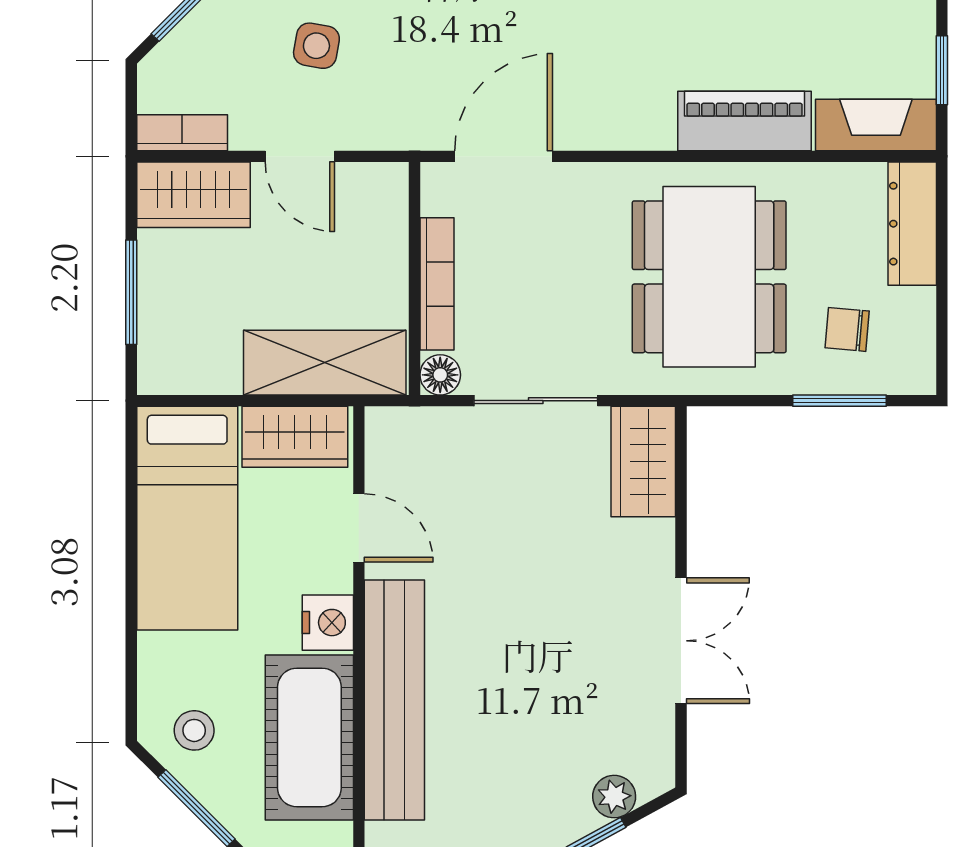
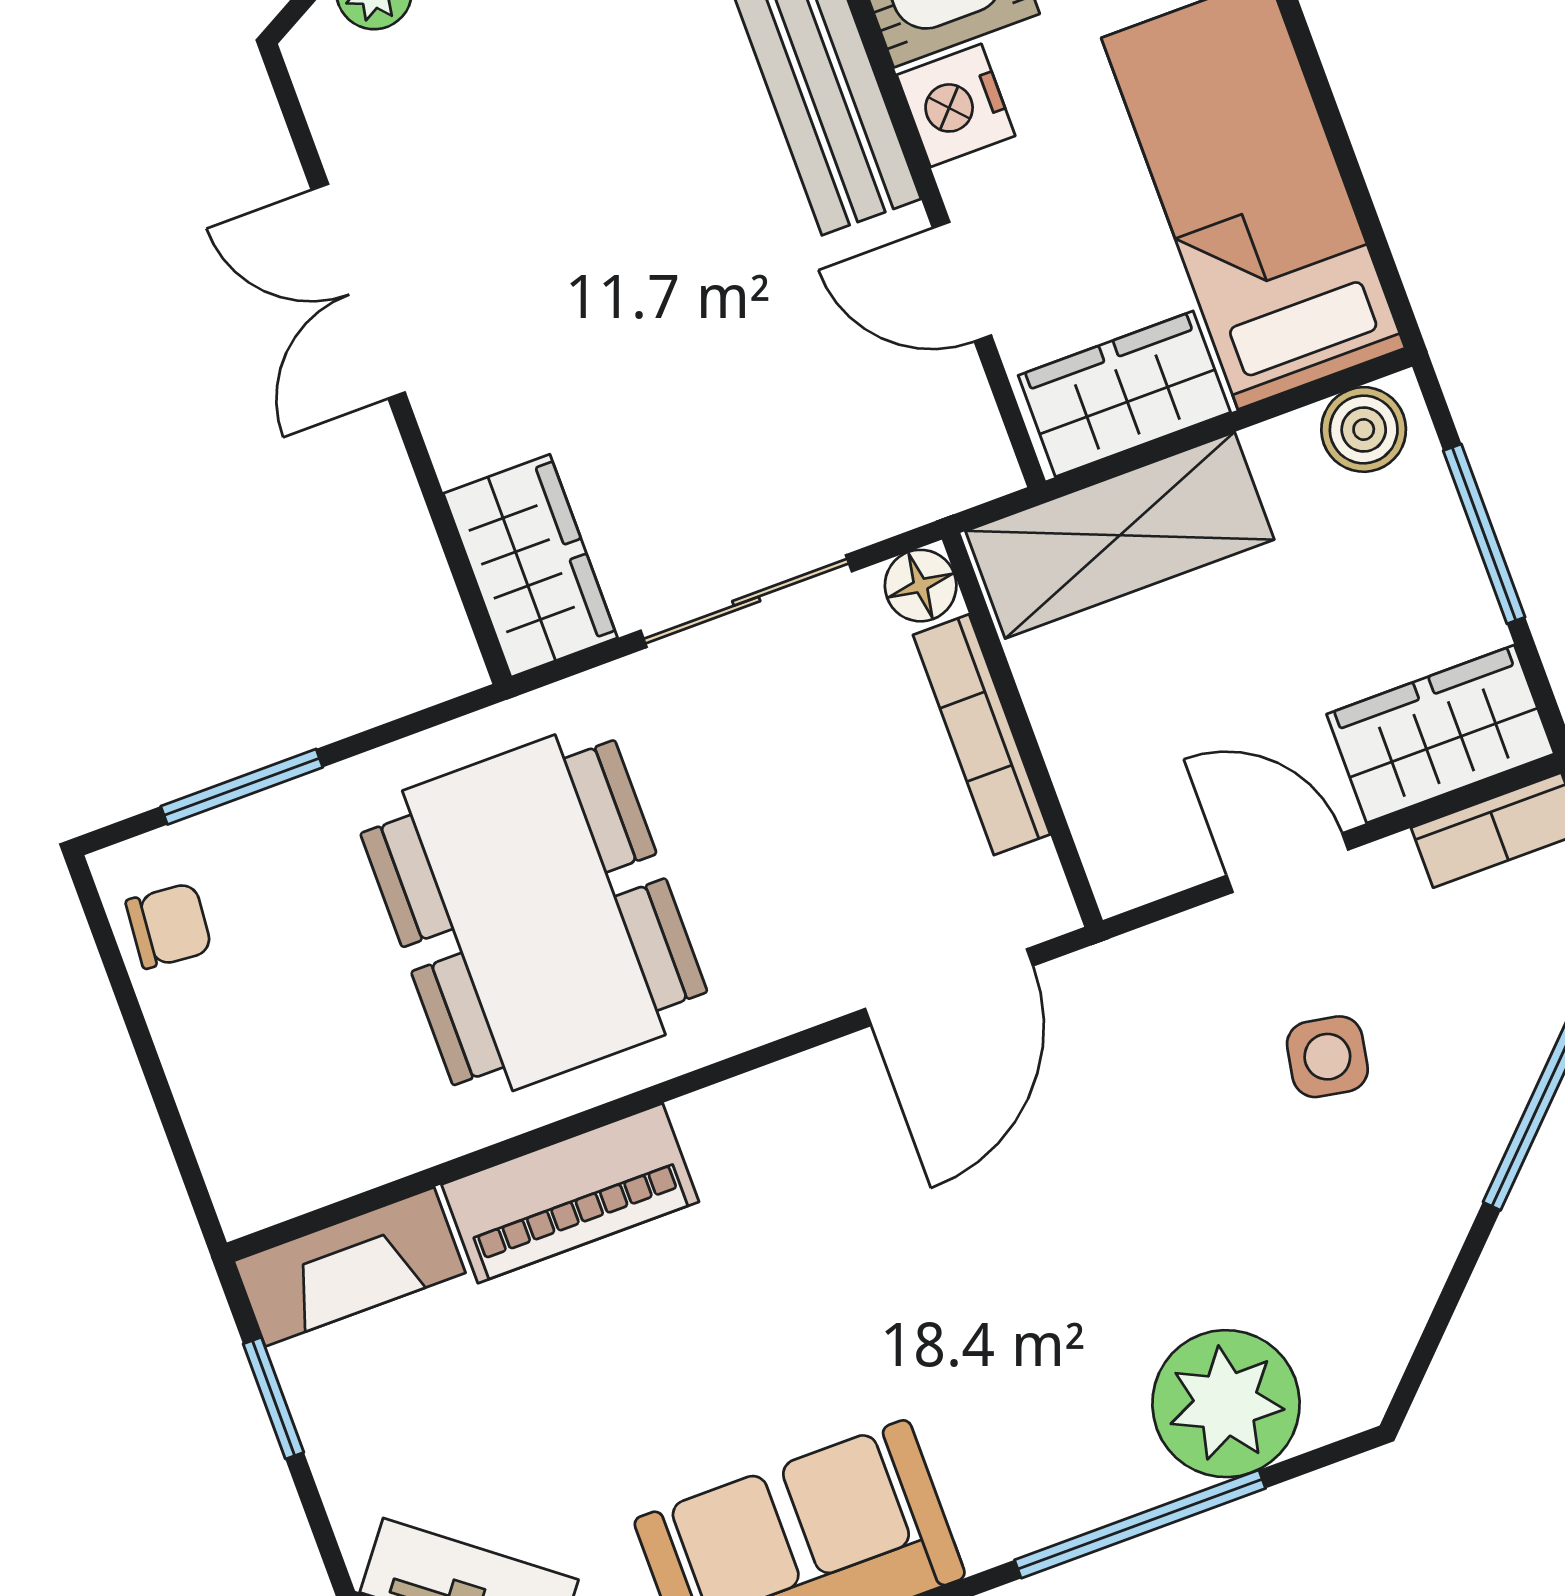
dresser: (912, 224) -> (229, 1125), removed
chair: (847, 329) -> (169, 926), moved
boiler: (175, 371) -> (1364, 429), added

